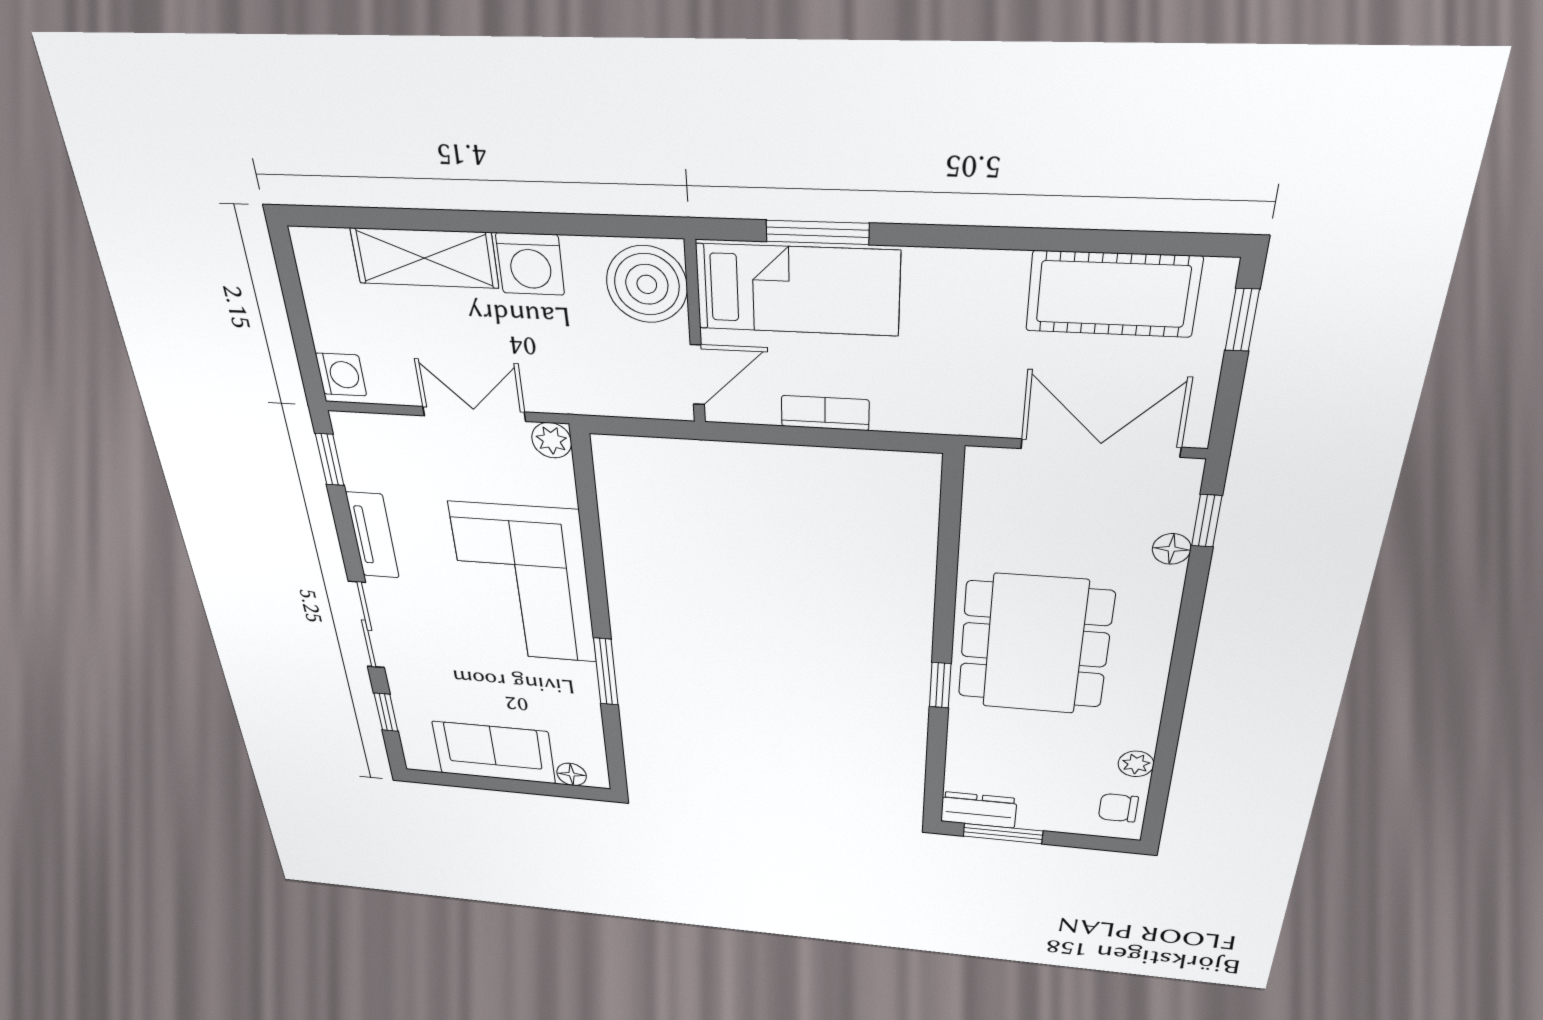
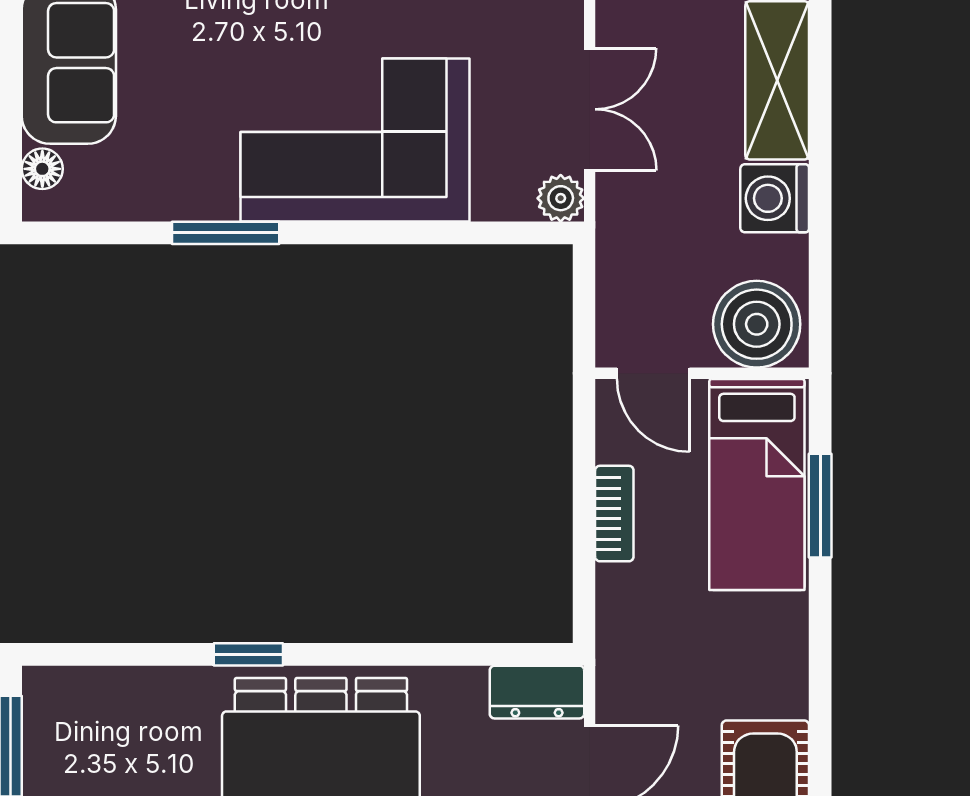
dresser: (979, 810) -> (537, 692), moved, turned 90

